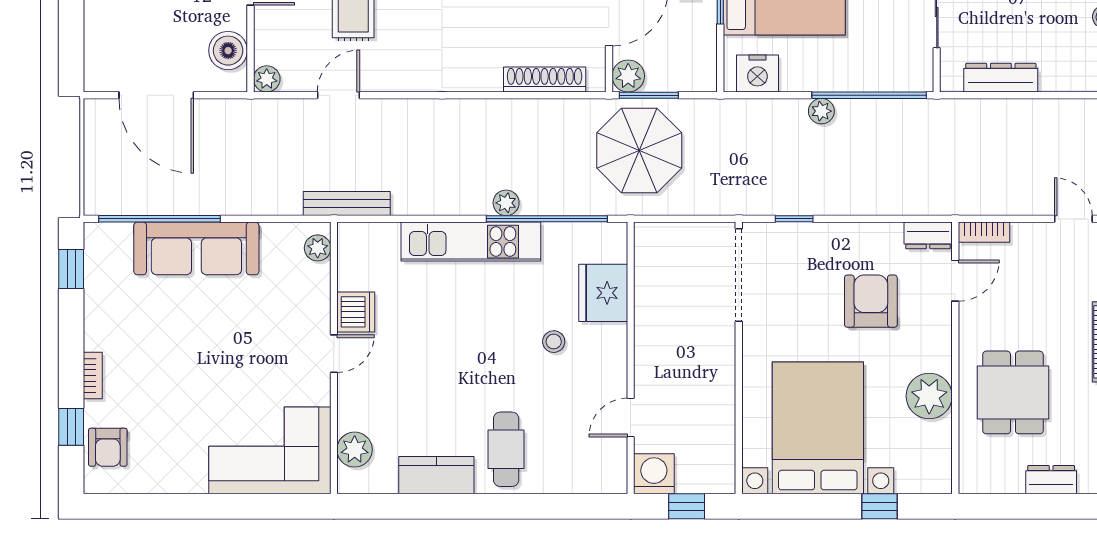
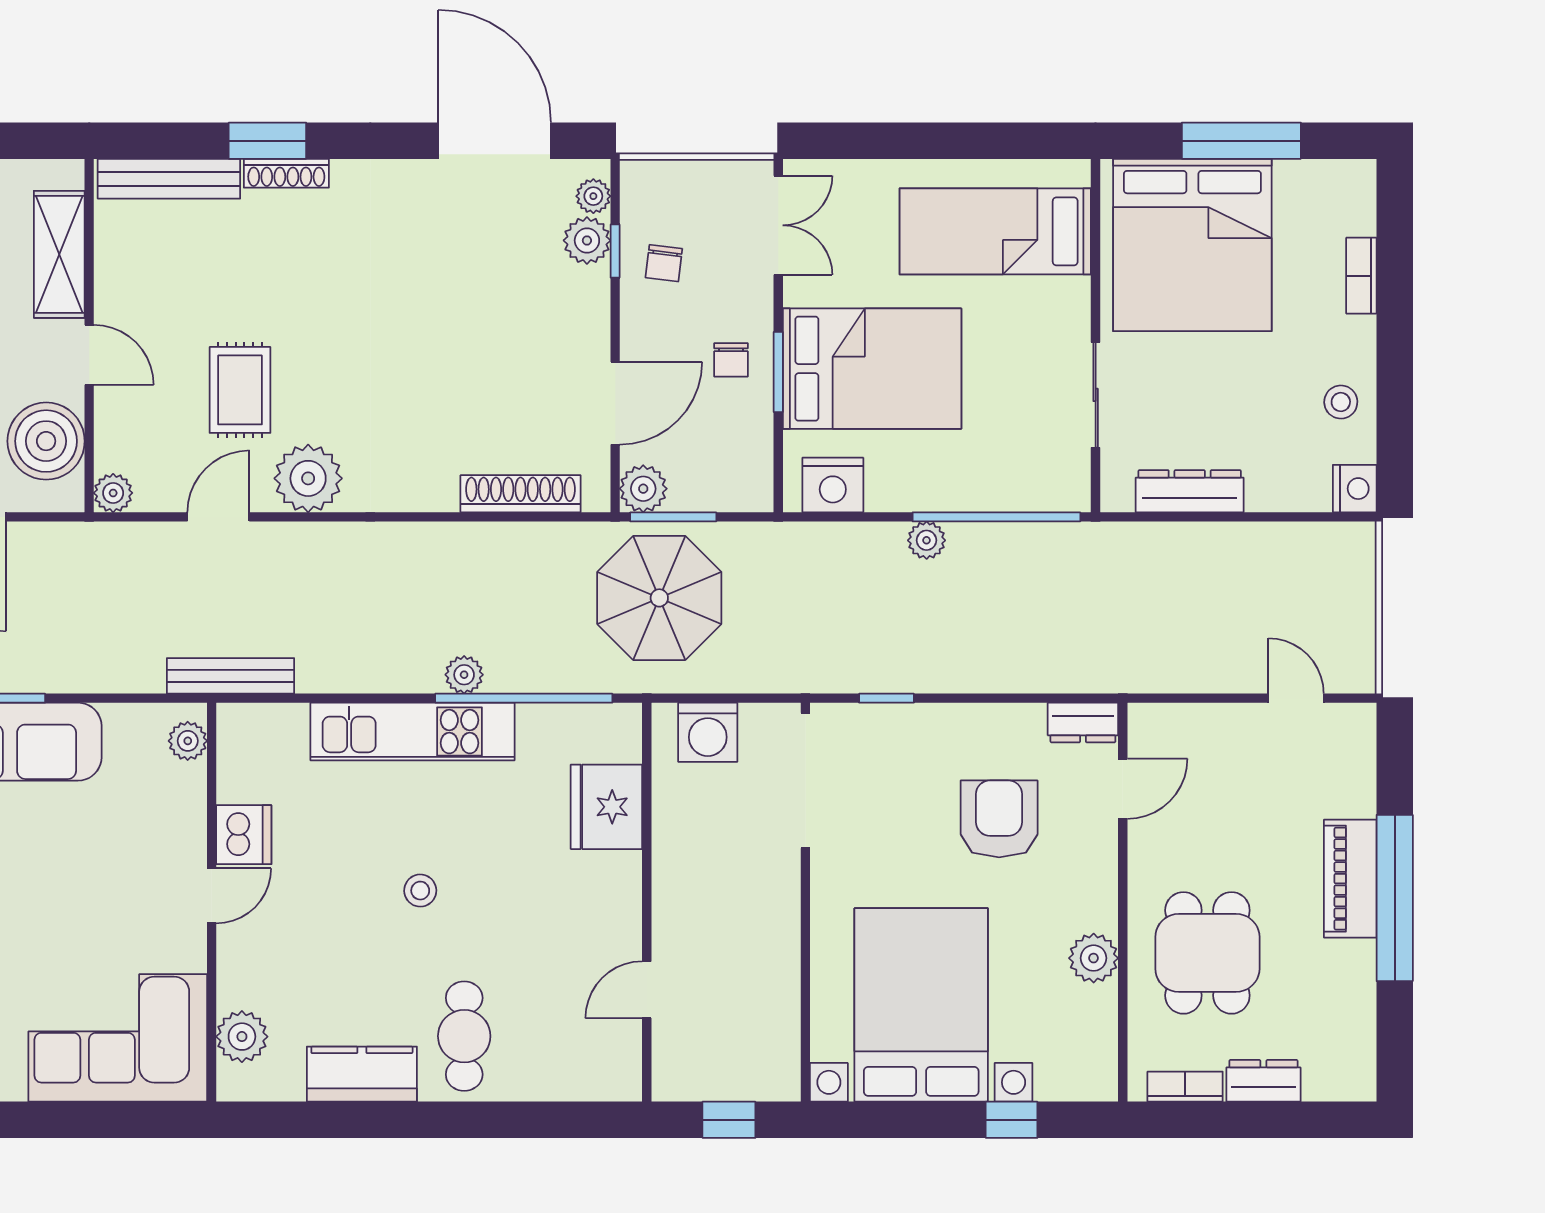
boiler: (228, 51) -> (46, 441), width x1.37, depth x1.37
plant: (400, 69) -> (308, 478), added
bookcase: (984, 232) -> (1185, 1087), moved, turned 180
stool: (554, 342) -> (420, 891), moved
plant: (929, 396) -> (1094, 958), width x0.73, depth x0.73
washing machine: (654, 474) -> (708, 732), moved, turned 180

